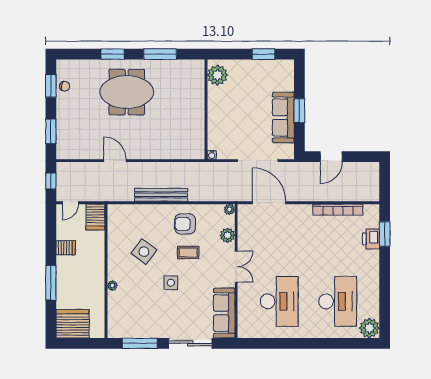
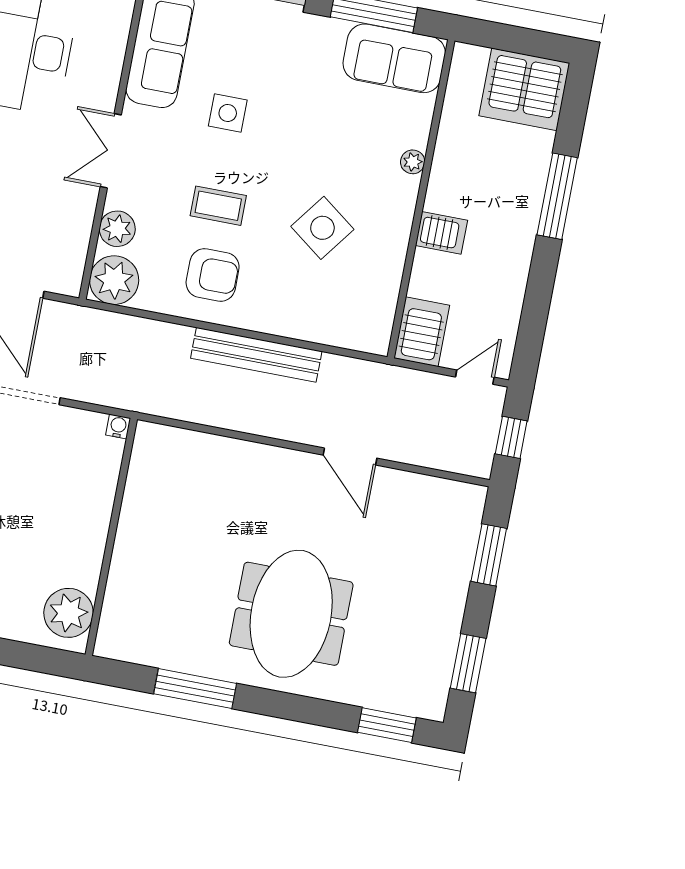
window: (113, 54) -> (387, 725), moved
chair: (65, 86) -> (436, 656), removed
meeting table: (127, 92) -> (291, 614), turned 90
plant: (229, 209) -> (114, 280), width x1.88, depth x1.88
server rack: (66, 248) -> (441, 233), moved, turned 180
side table: (171, 283) -> (228, 113), moved
sofa: (128, 326) -> (394, 58), added

